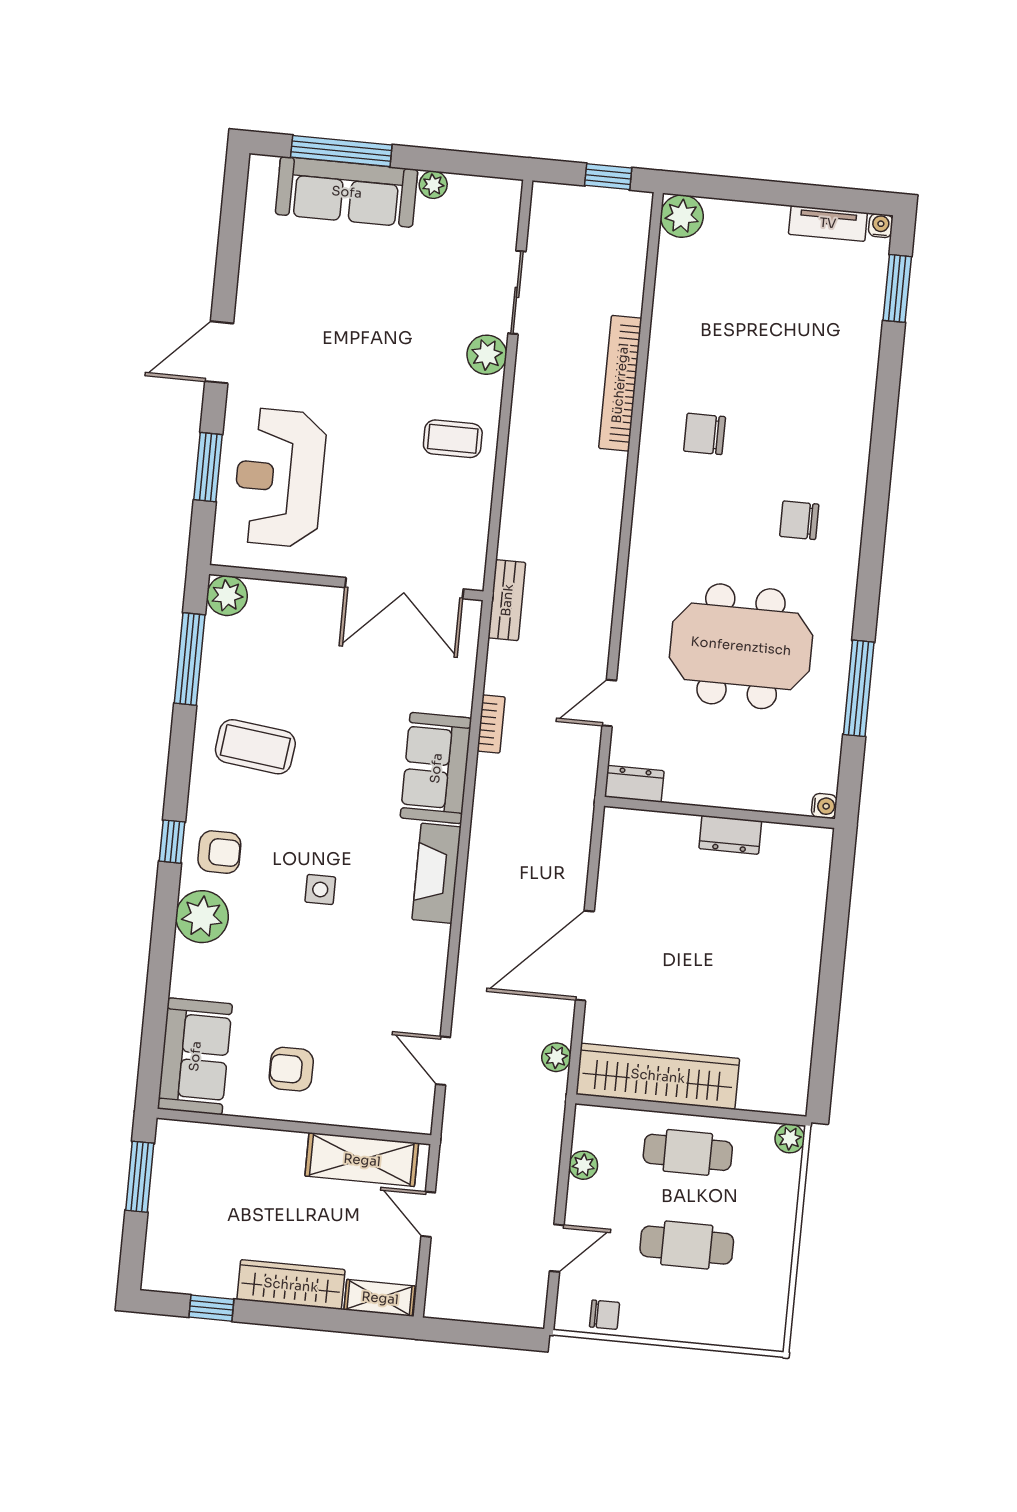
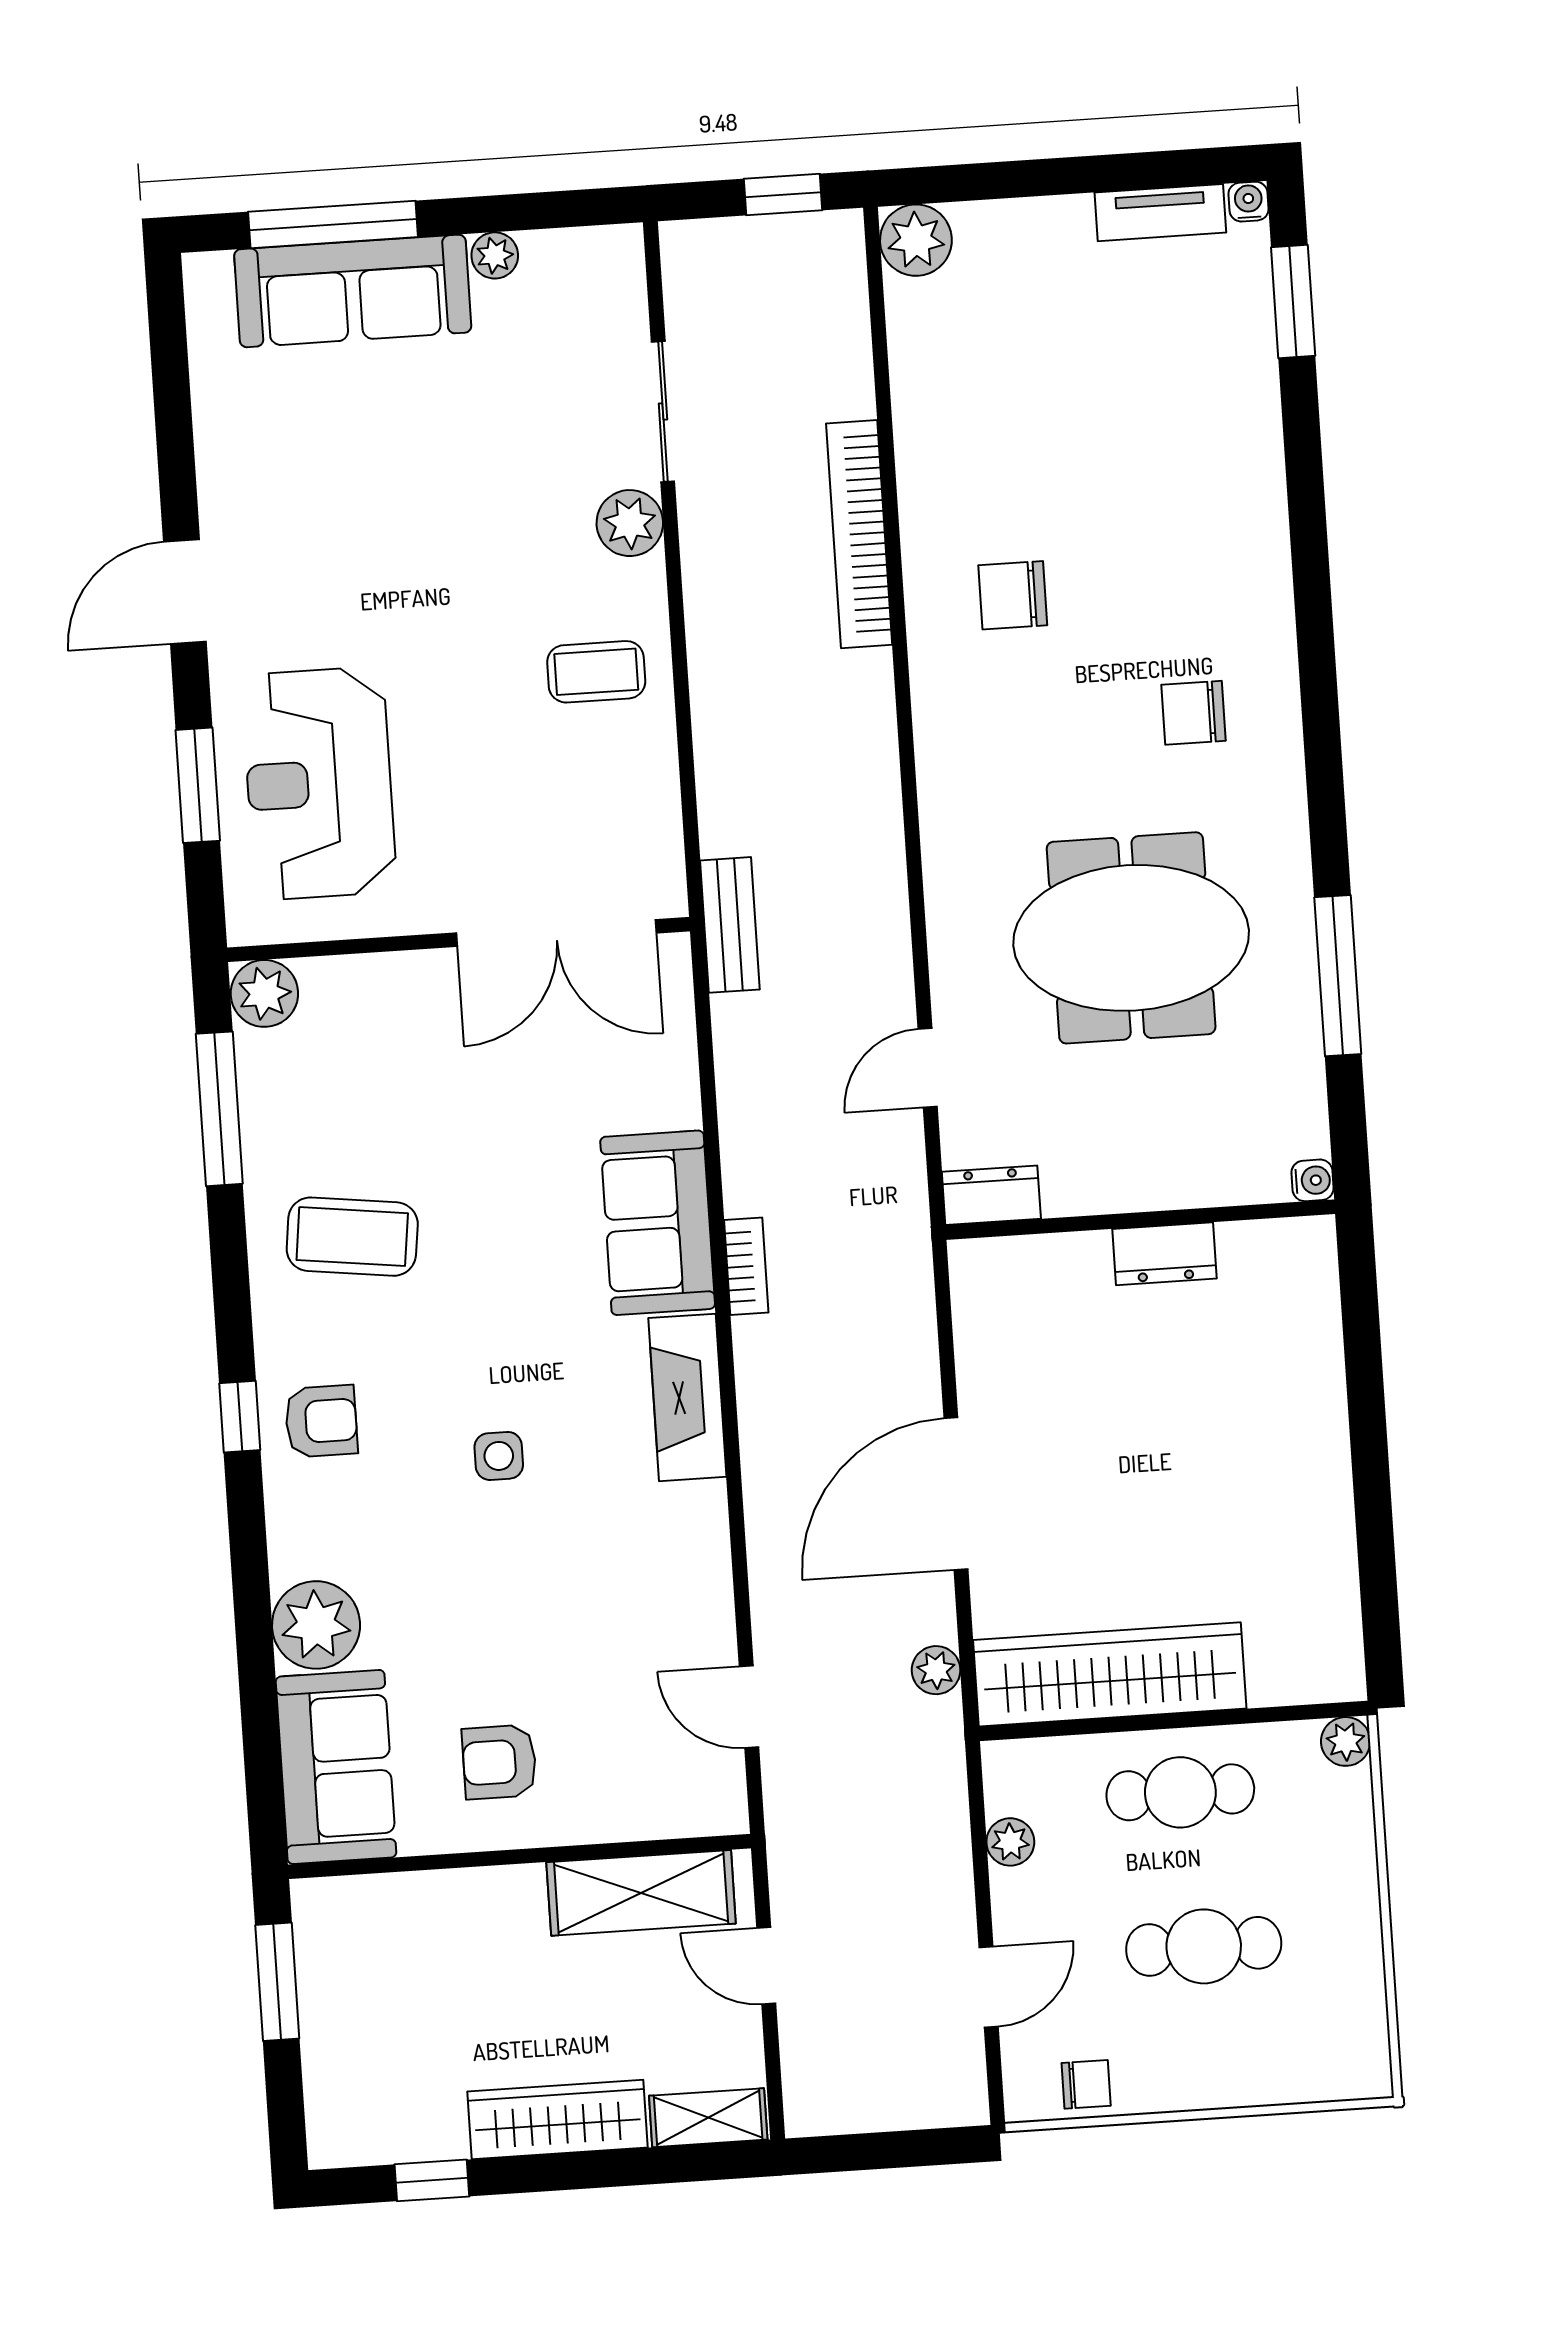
bookcase: (491, 724) -> (746, 1266), moved
plant: (202, 917) -> (316, 1625), moved

